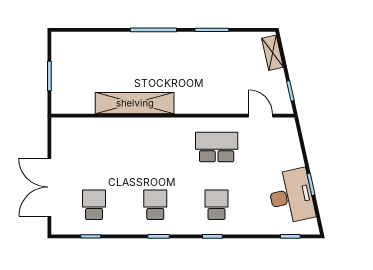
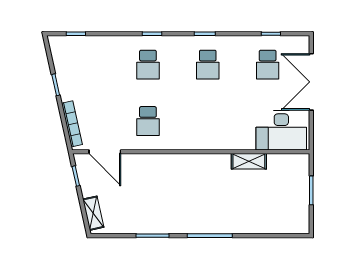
shelving: (135, 103) -> (249, 161), width x0.45, depth x0.75
door: (261, 116) -> (105, 152), width x1.38
bookcase: (294, 144) -> (72, 124), added
school desk: (217, 147) -> (148, 121), width x0.54
double door: (49, 187) -> (311, 82), swing flipped
desk: (291, 196) -> (281, 130), moved, turned -78

